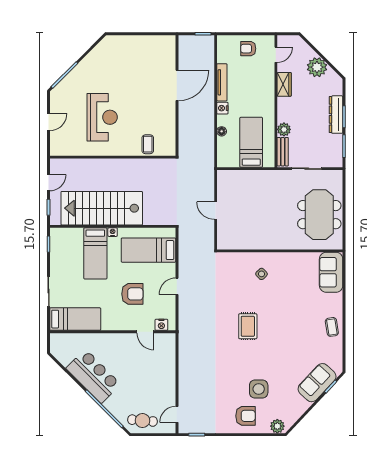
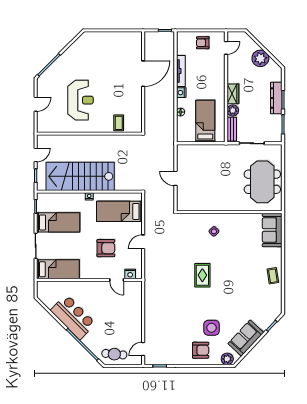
wardrobe: (284, 84) -> (233, 94), moved
bed: (95, 253) -> (58, 222), moved, turned -90
sofa: (317, 383) -> (246, 338), moved

